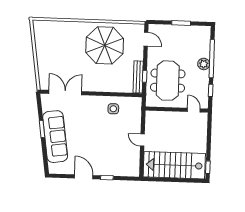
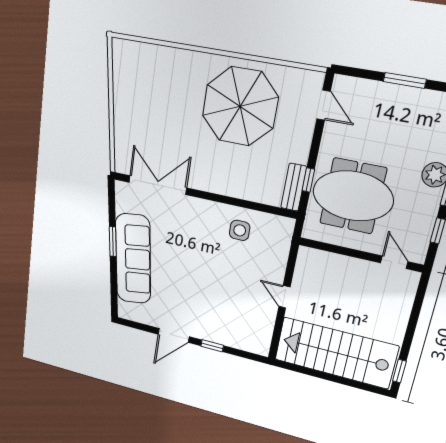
bench: (138, 77) -> (294, 187), width x0.73
meeting table: (168, 81) -> (353, 196), turned 90
door: (84, 177) -> (174, 335), swing flipped

